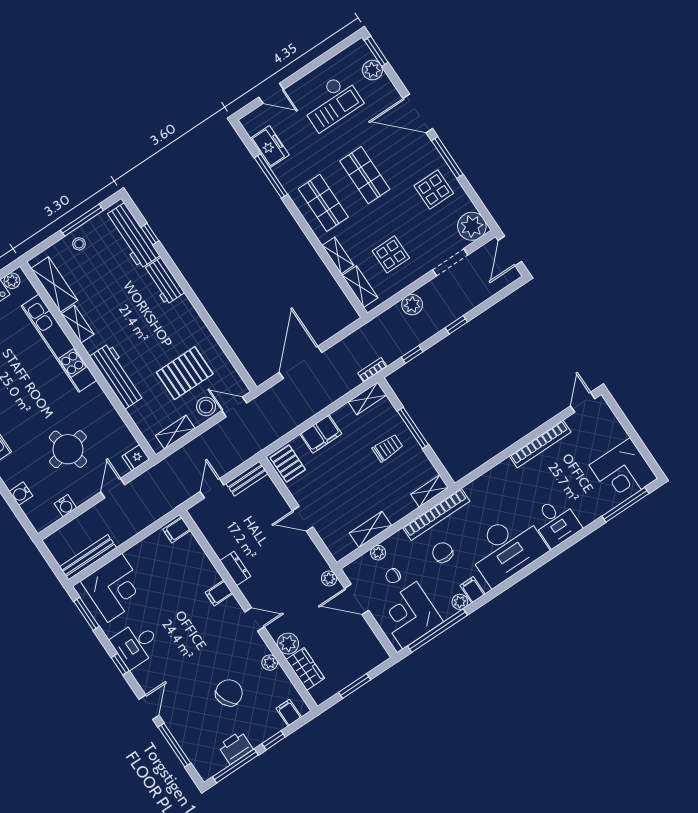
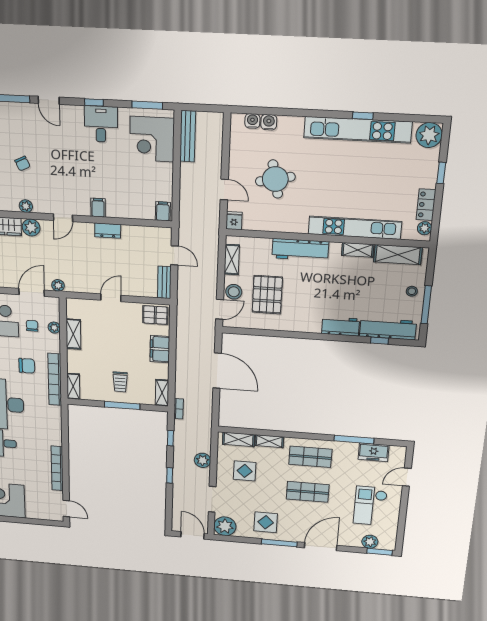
water cooler: (65, 506) -> (252, 121), moved, turned 90
chair: (229, 693) -> (22, 164), width x0.54, depth x0.54

